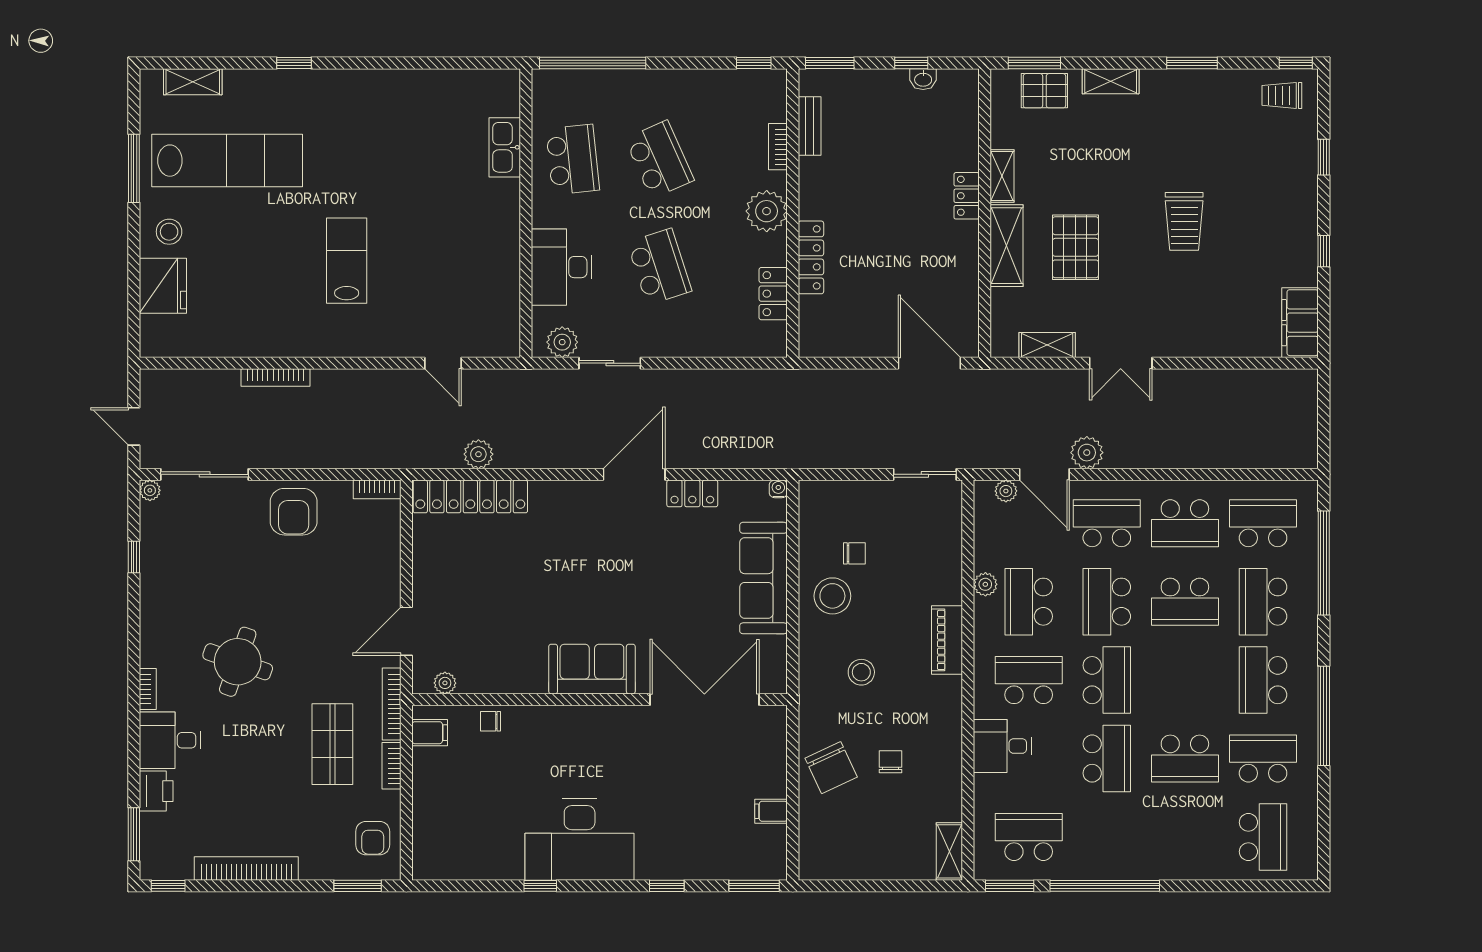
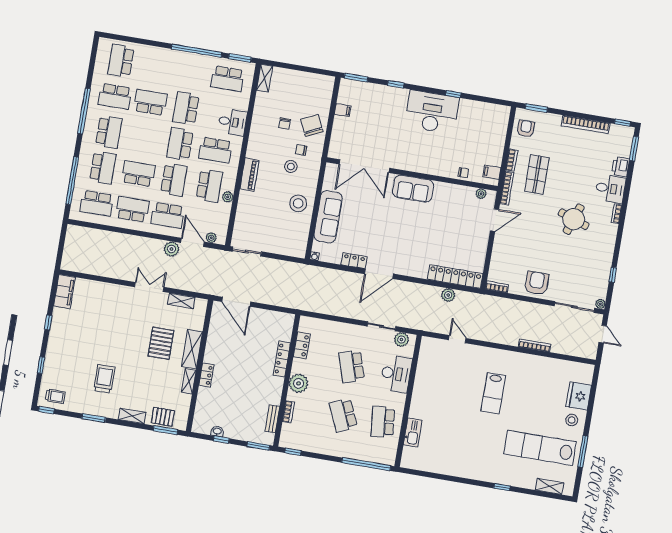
trolley: (1184, 221) -> (104, 379), moved
chair: (854, 553) -> (301, 150), moved

